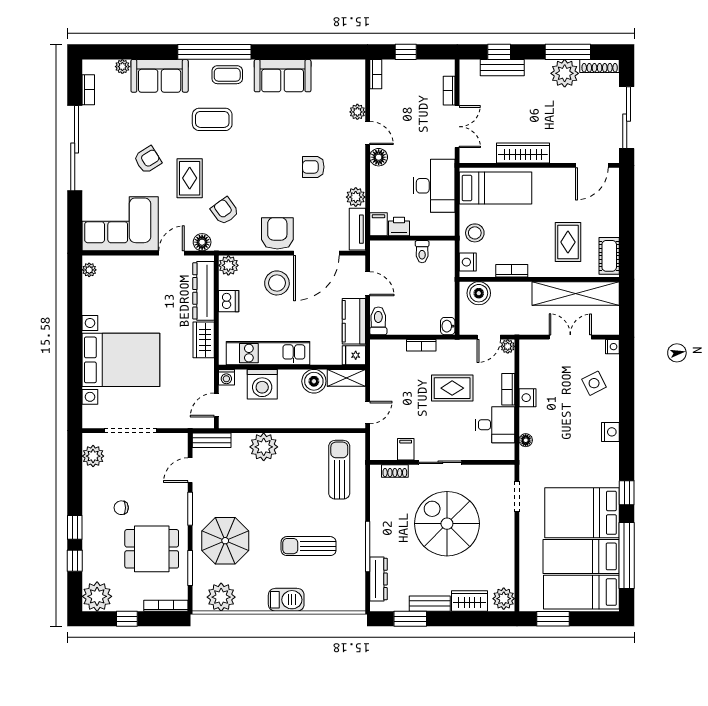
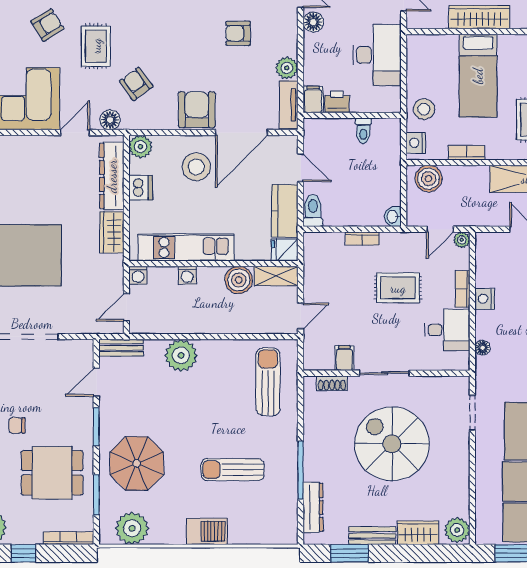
bed: (495, 188) -> (478, 76), moved, turned 90
washing machine: (262, 384) -> (187, 275), width x0.53, depth x0.53

